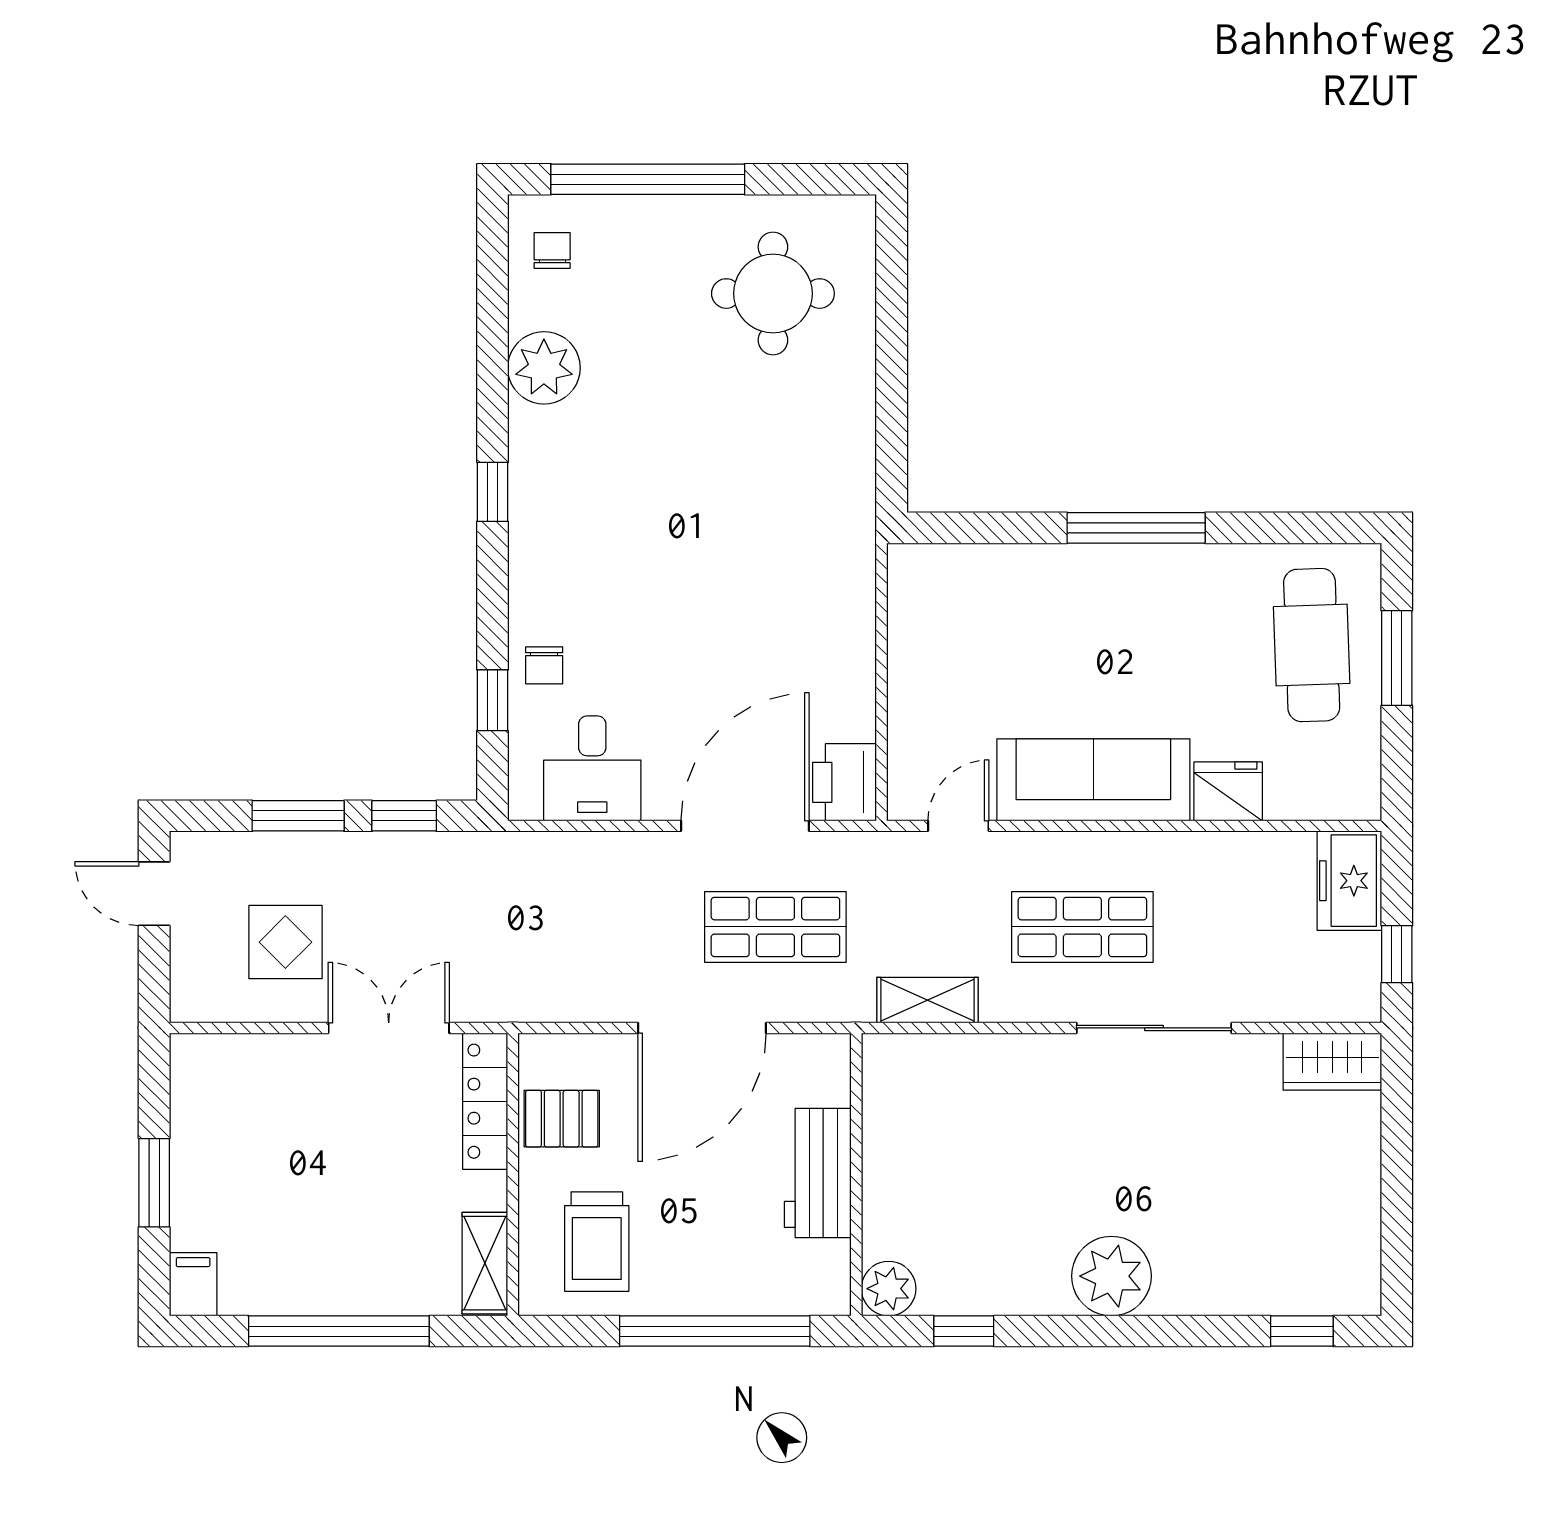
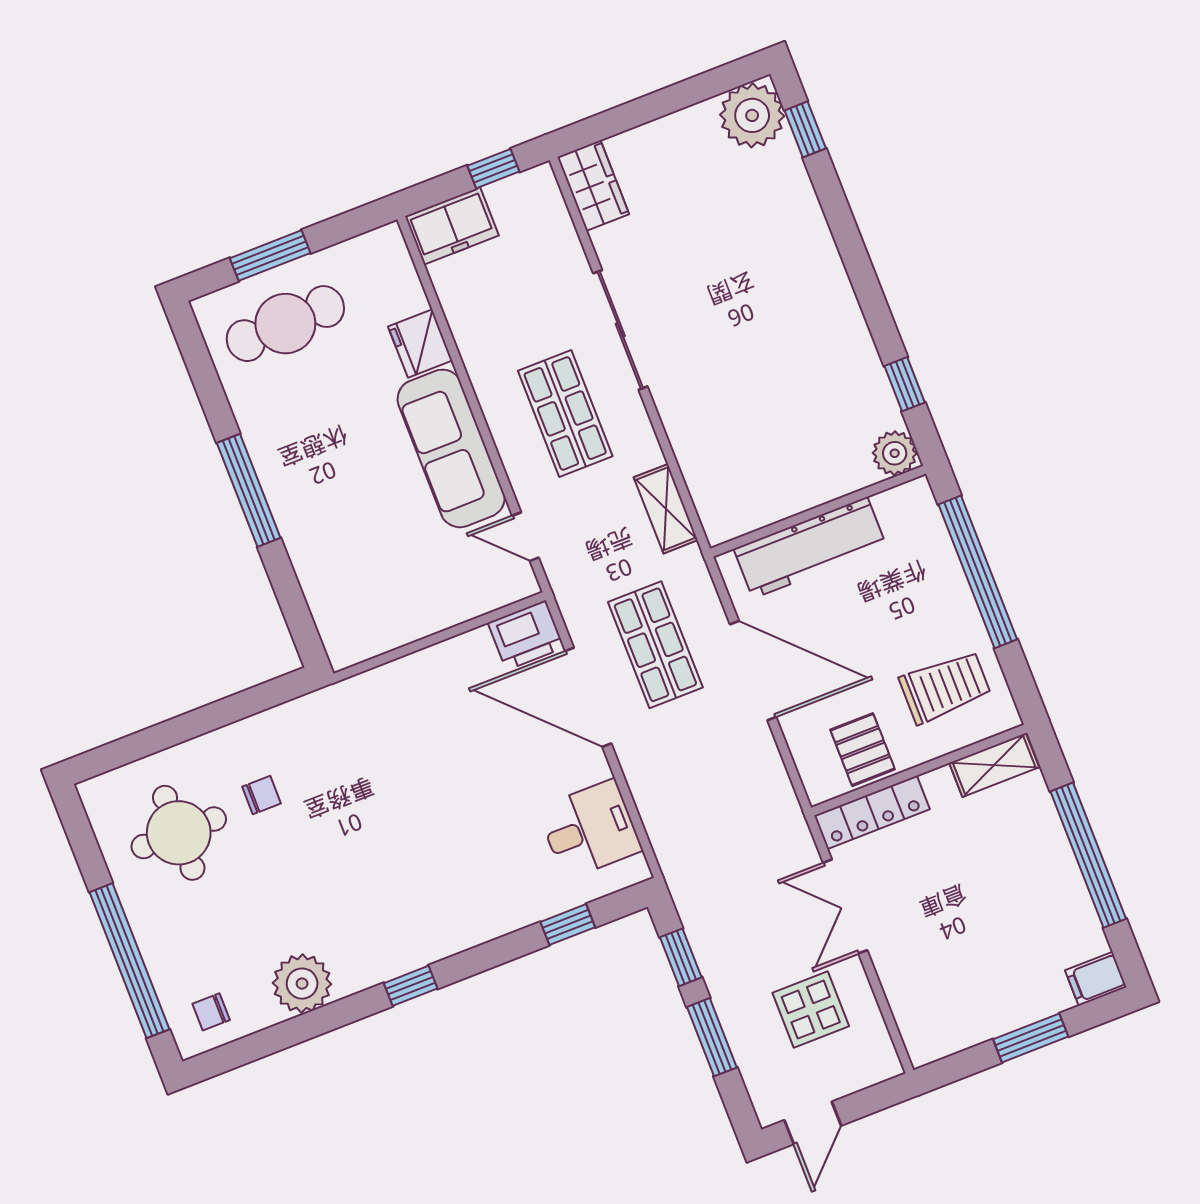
chair: (544, 665) -> (262, 795), moved
workbench: (818, 1173) -> (810, 548), width x1.37
plant: (1111, 1276) -> (752, 115), moved

